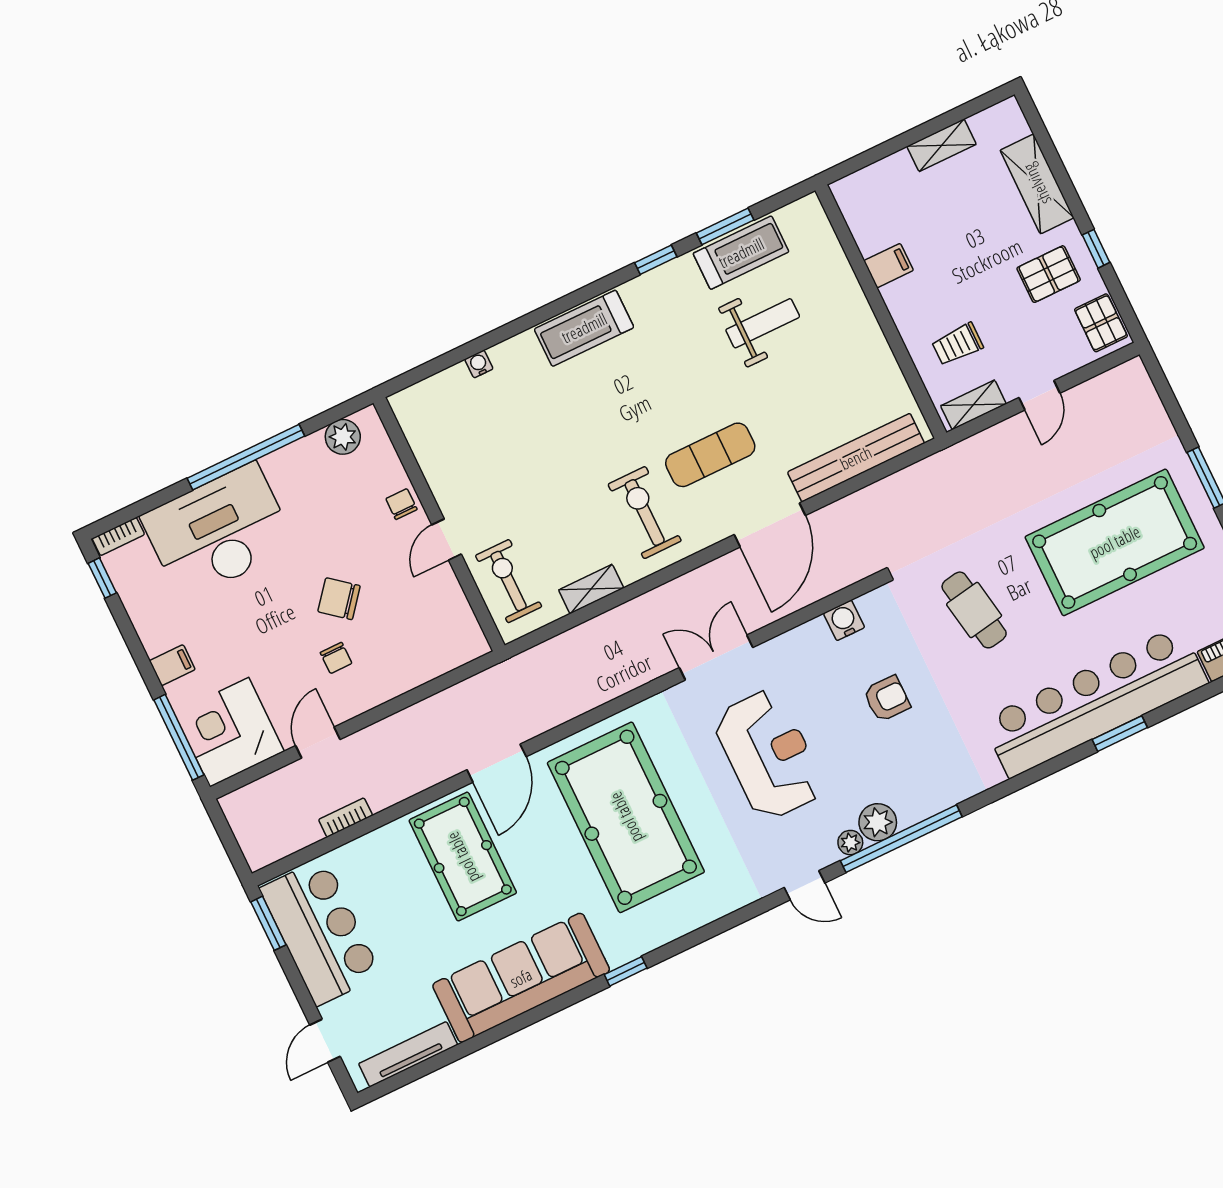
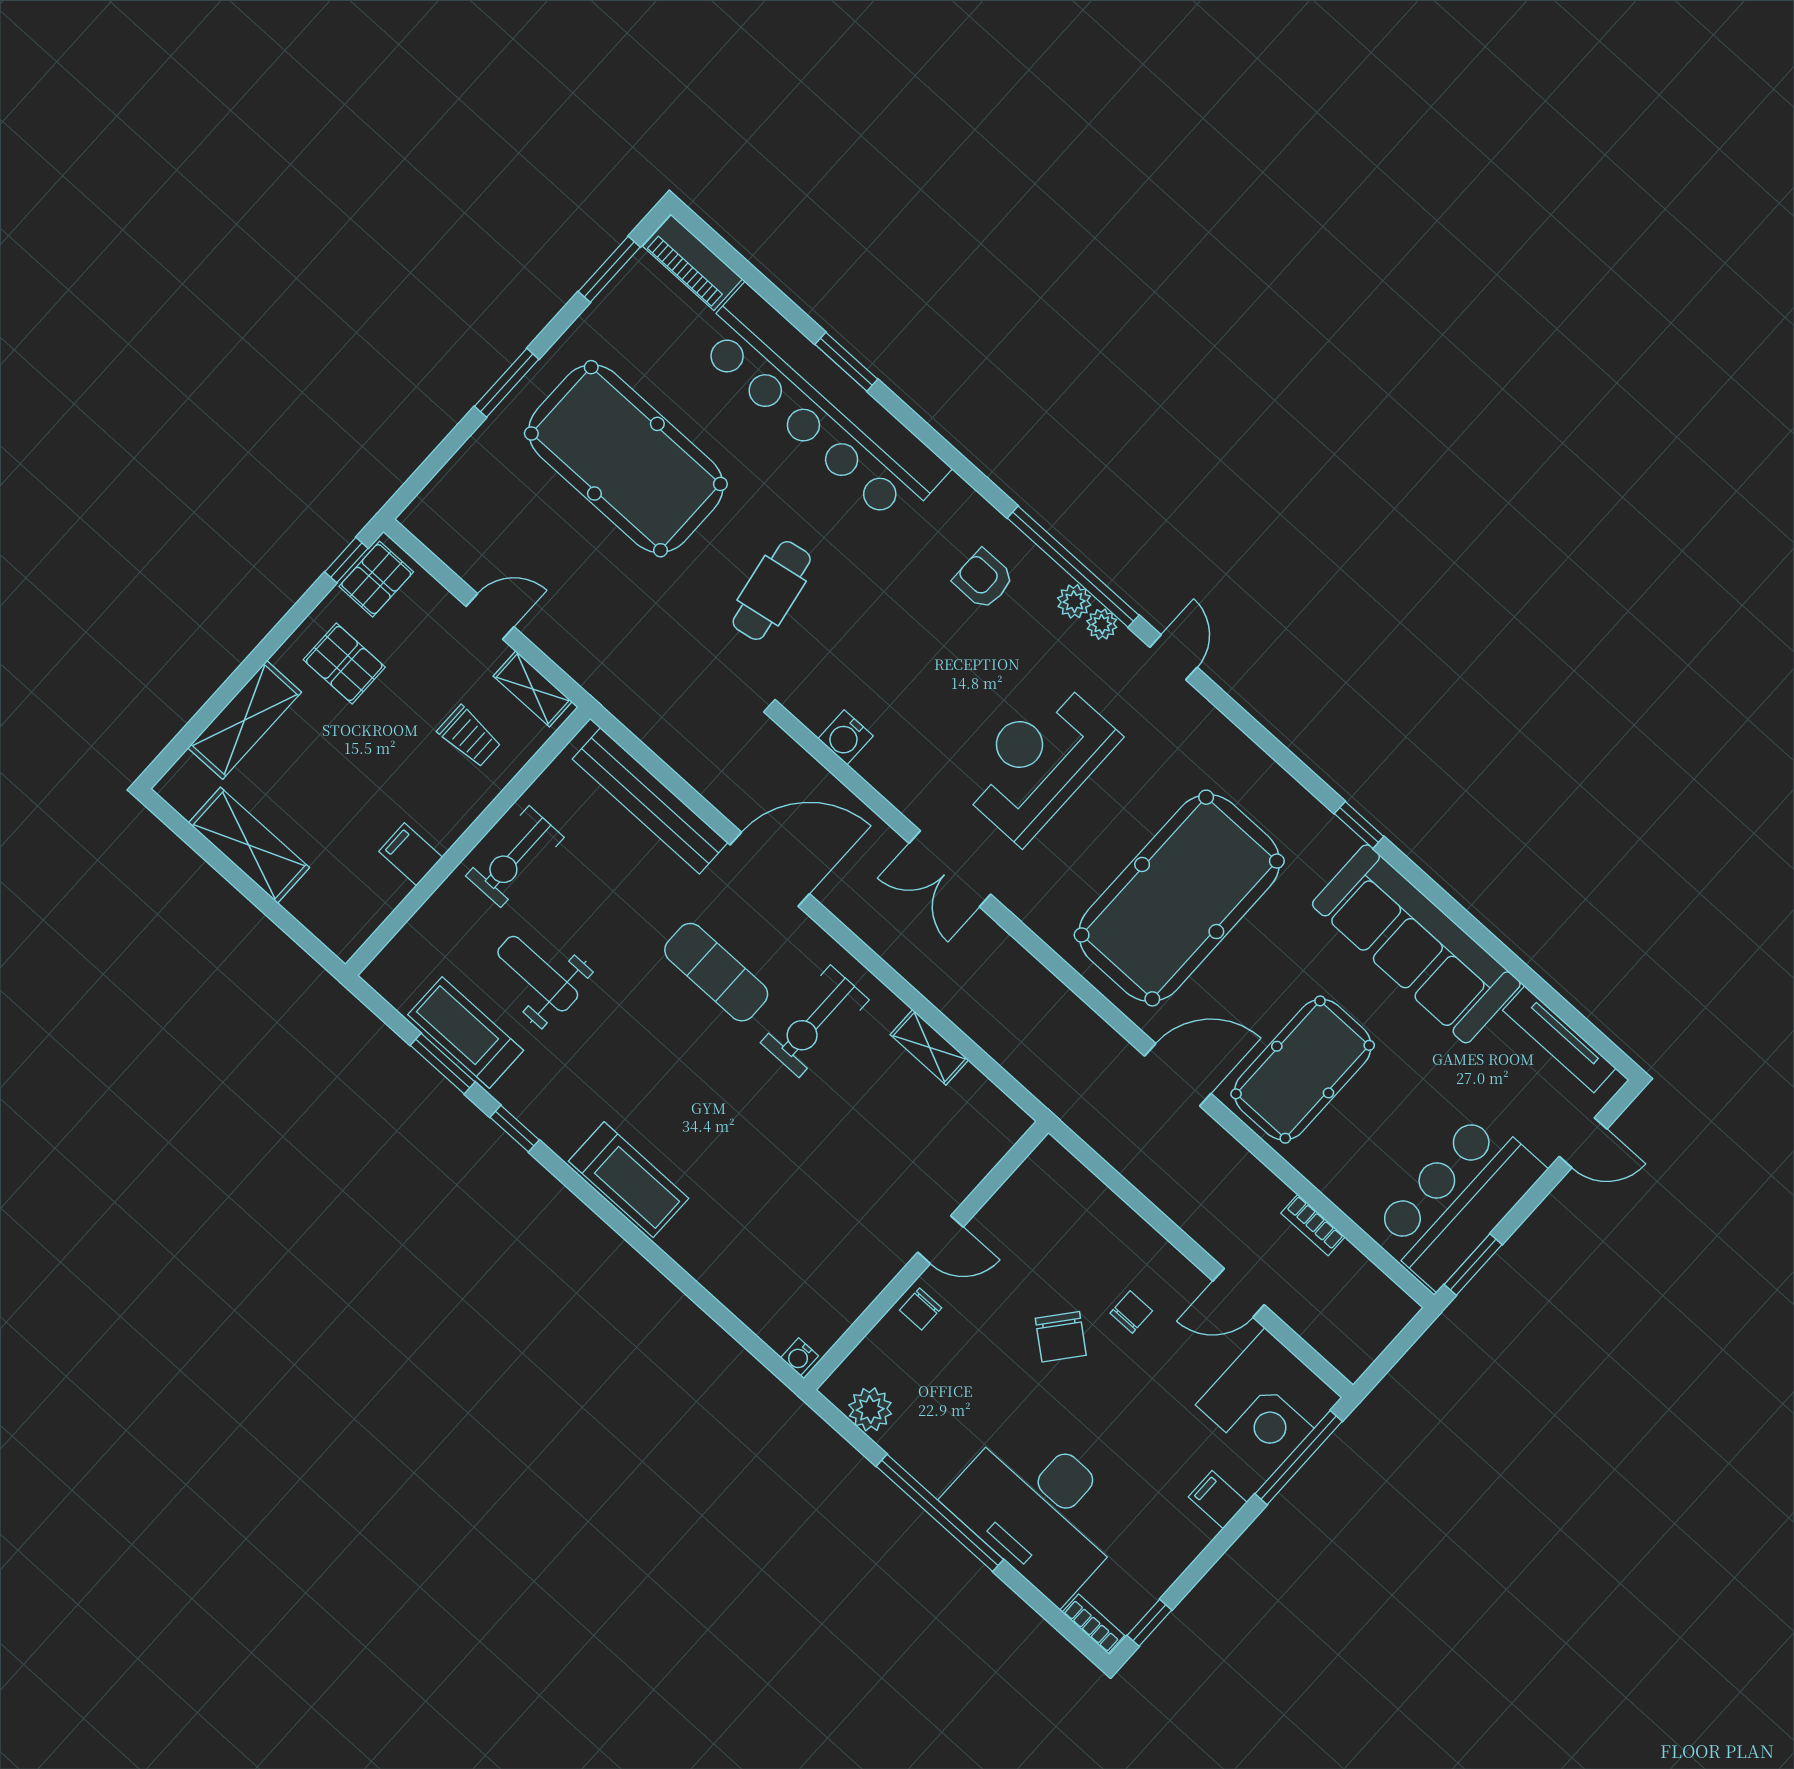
shelving: (942, 145) -> (249, 845), width x1.50, depth x1.33
window: (1096, 249) -> (346, 560), moved
water cooler: (479, 364) -> (799, 1357), moved
exercise bike: (509, 581) -> (515, 857), moved
armchair: (887, 699) -> (983, 579), moved
plant: (878, 822) -> (1074, 601), width x0.73, depth x0.73

